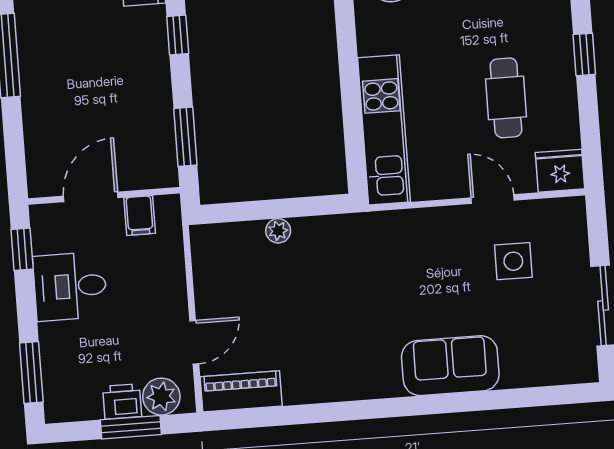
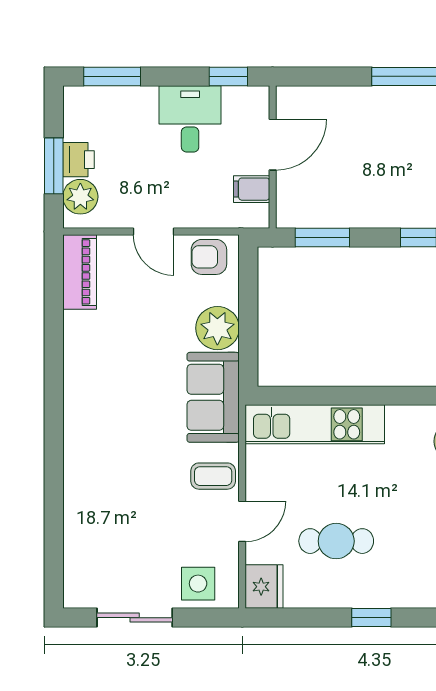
door: (91, 197) -> (273, 145), hinge flipped
plant: (278, 231) -> (217, 328), width x1.88, depth x1.88
coffee table: (447, 234) -> (213, 476), added
armchair: (215, 255) -> (209, 257), added
side table: (513, 261) -> (198, 584), moved
door: (194, 342) -> (154, 231), moved
sofa: (450, 366) -> (213, 397), moved, turned 180

